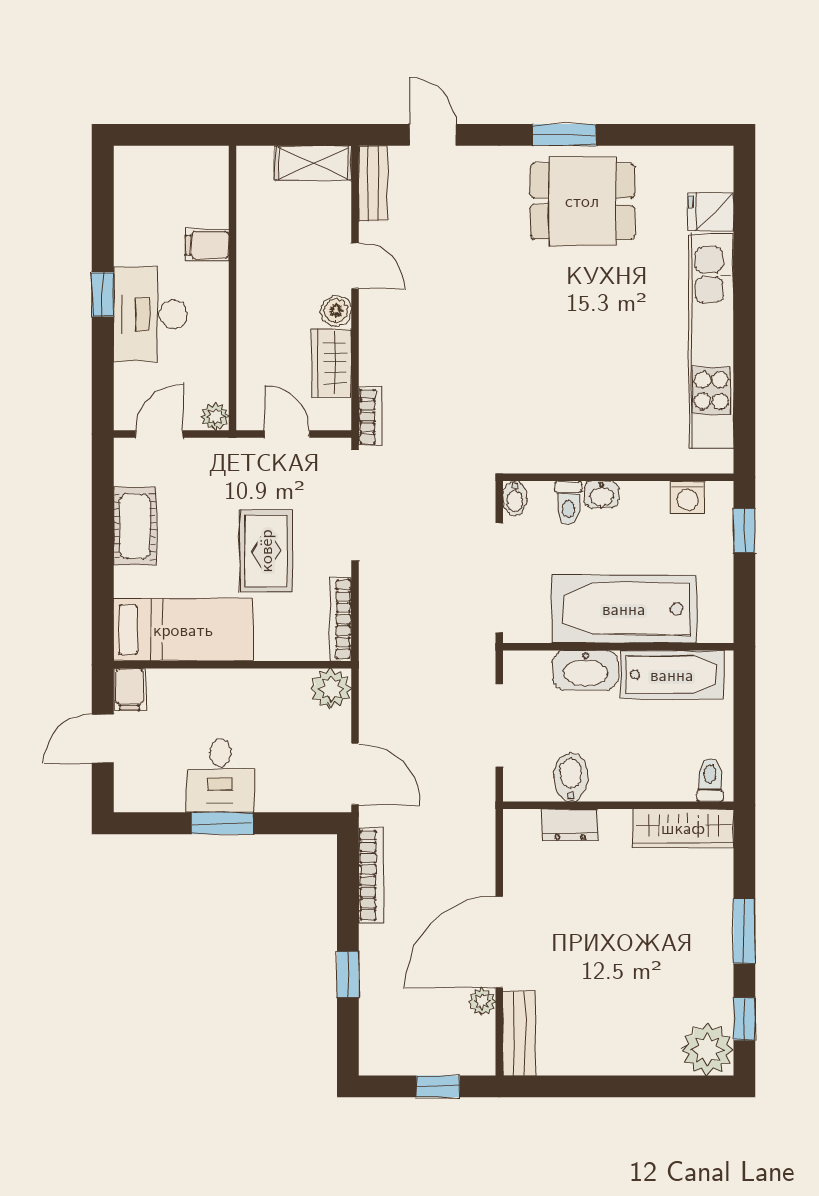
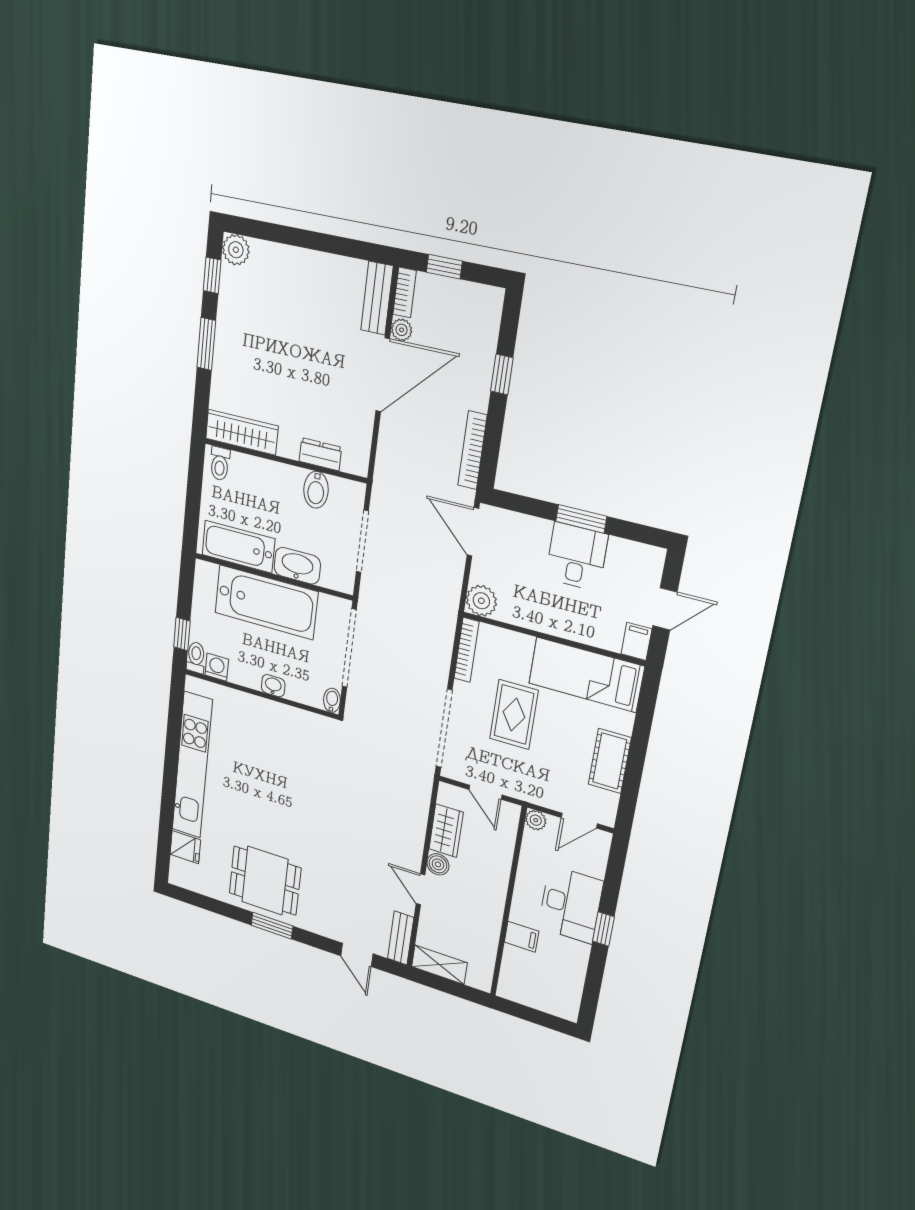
bookcase: (370, 417) -> (405, 292), moved, turned 180
toilet: (568, 503) -> (196, 657), moved
plant: (708, 1050) -> (236, 250), width x0.73, depth x0.73

